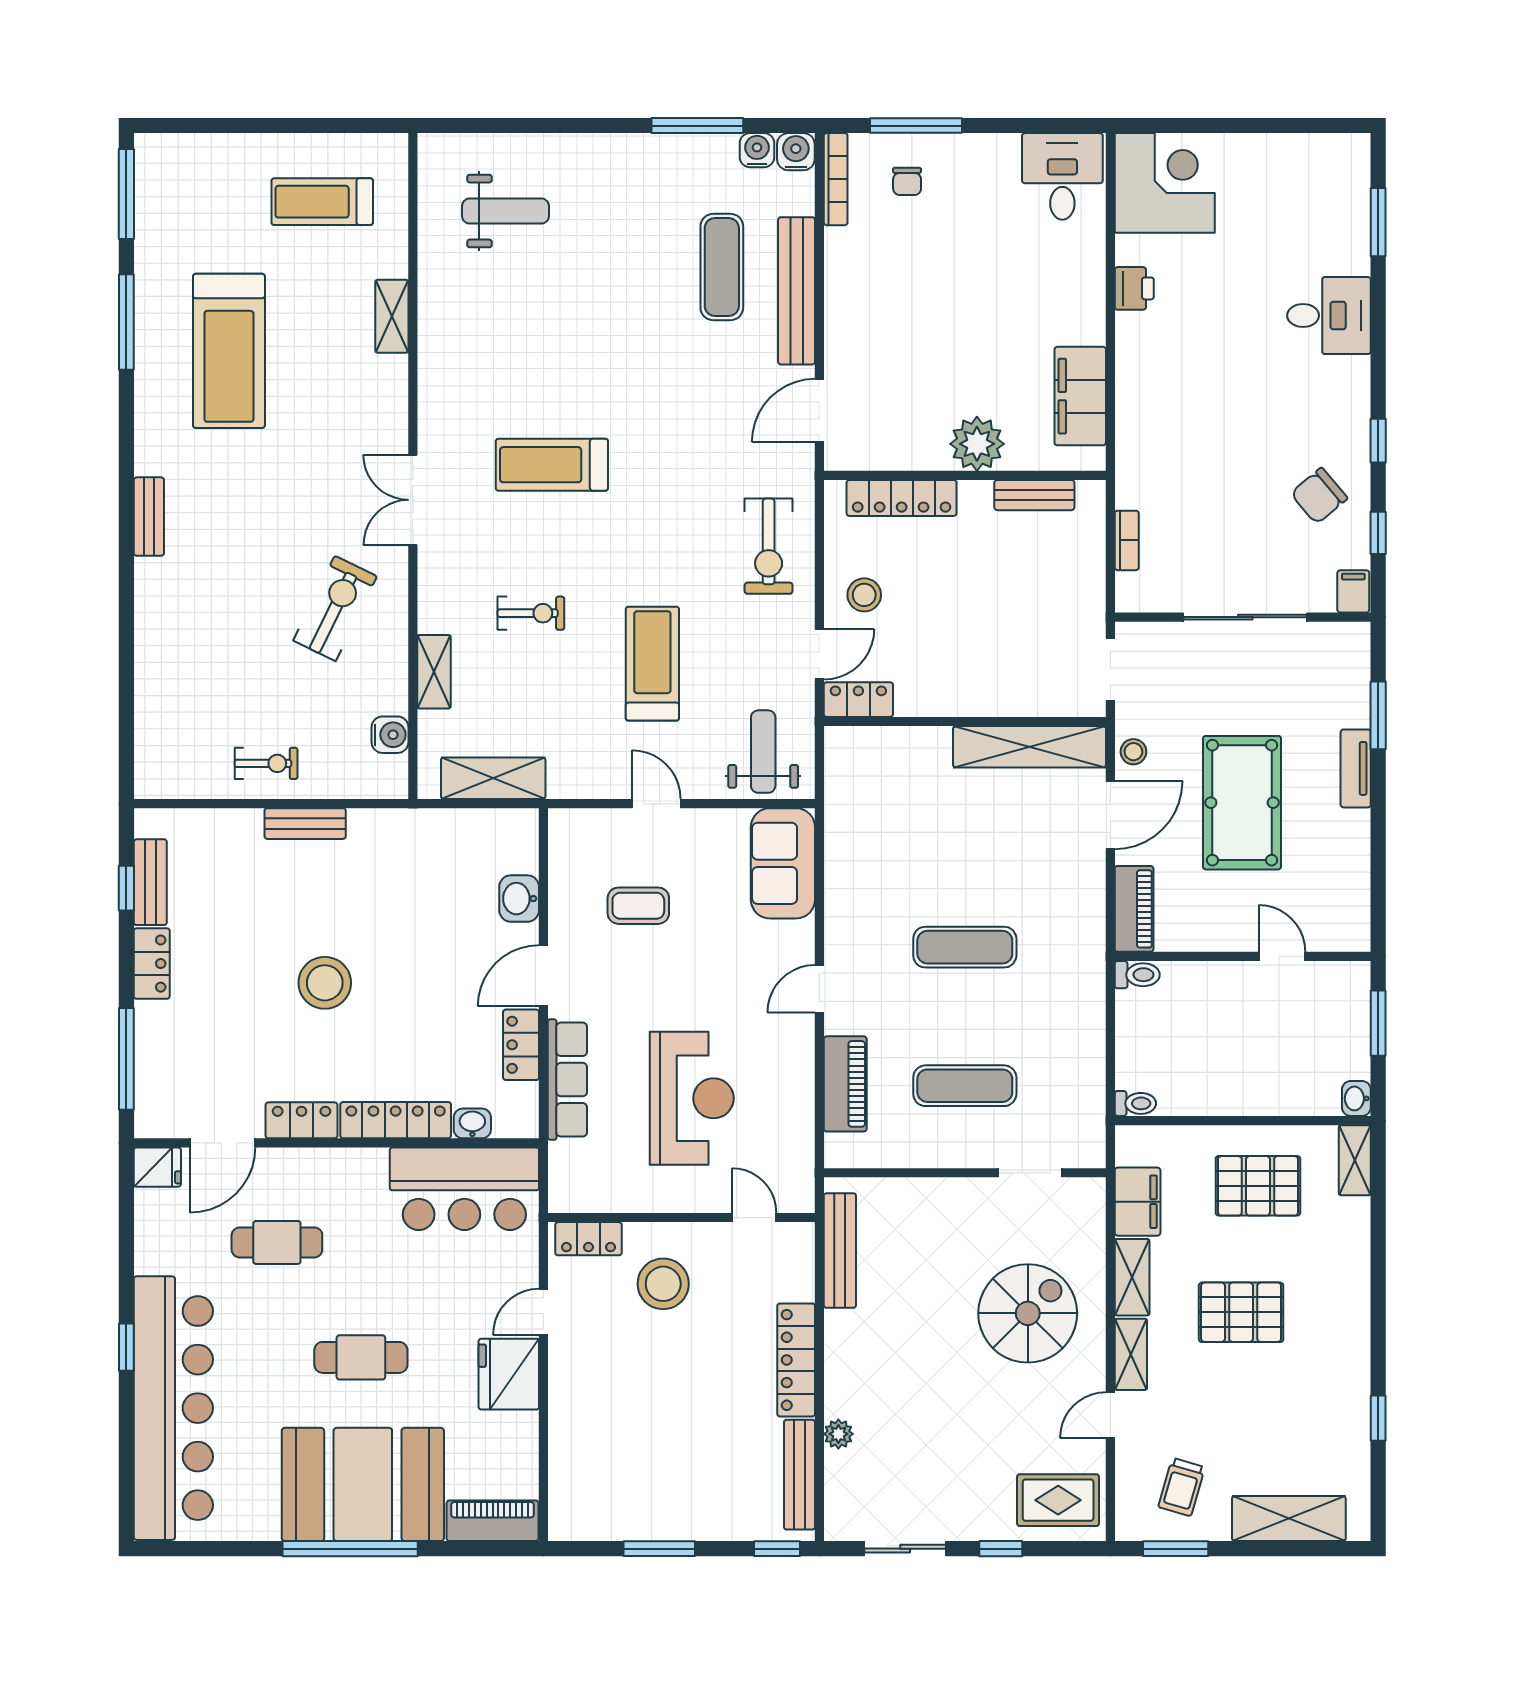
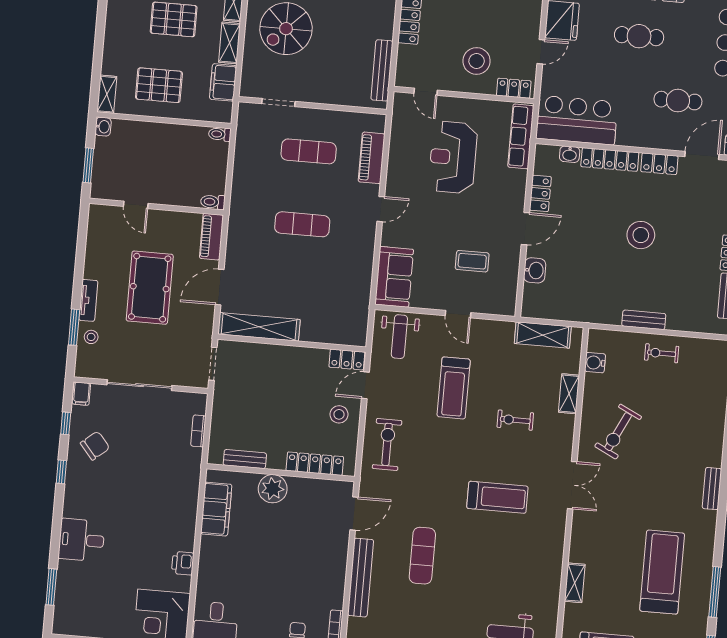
exercise mat: (722, 267) -> (422, 556), moved
stool: (1133, 752) -> (91, 337), moved
row of seats: (567, 1080) -> (521, 136), moved

